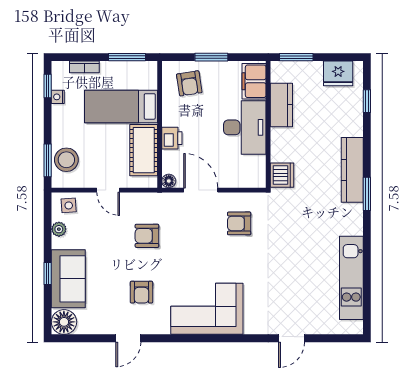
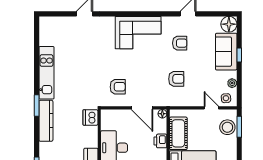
door: (108, 190) -> (211, 108), moved
kitchen unit: (351, 278) -> (46, 73), moved
armchair: (141, 292) -> (180, 43), turned 90

